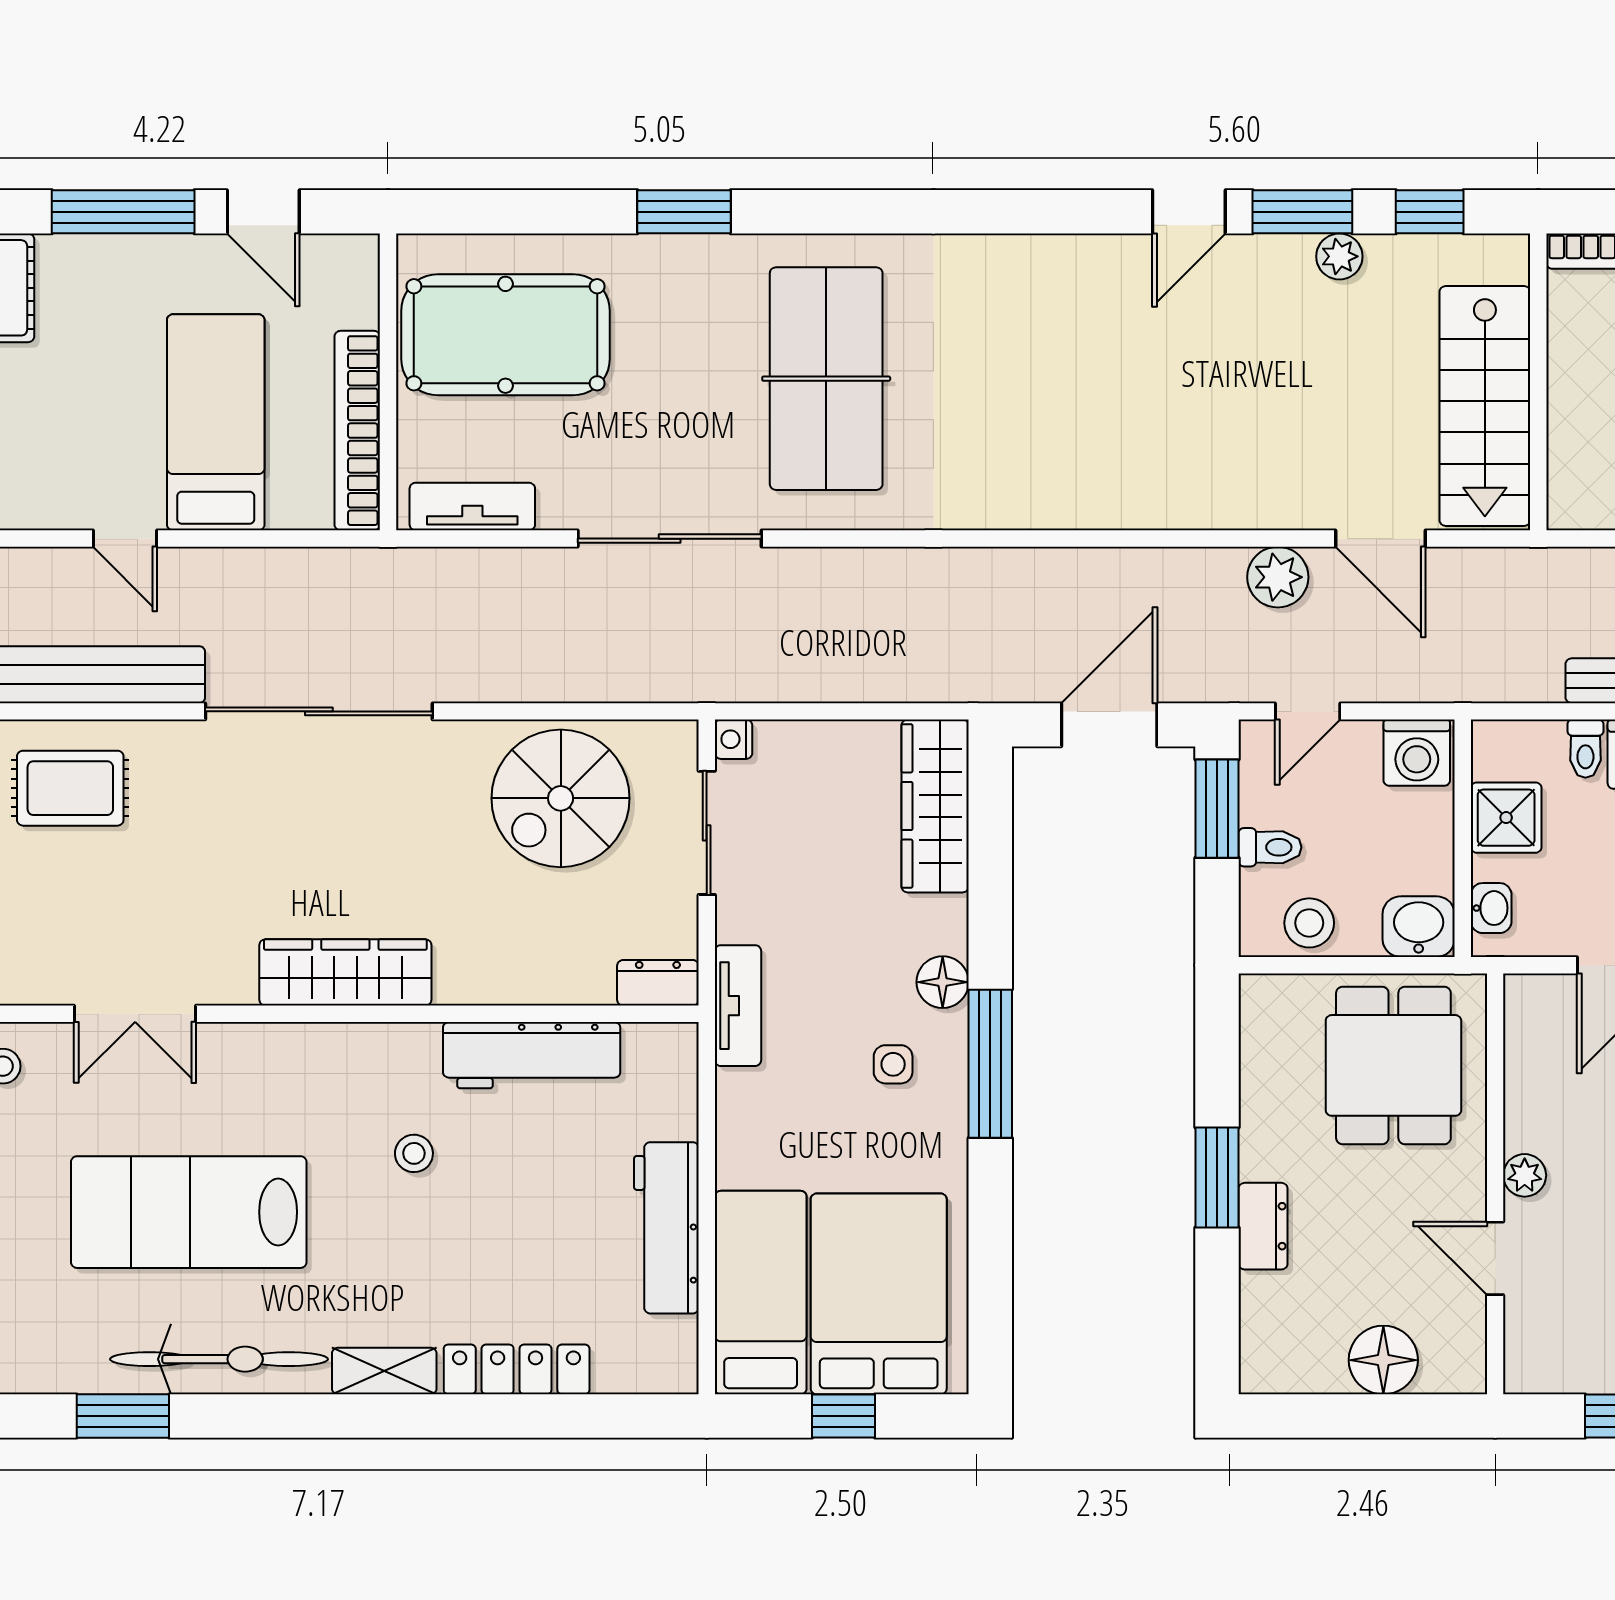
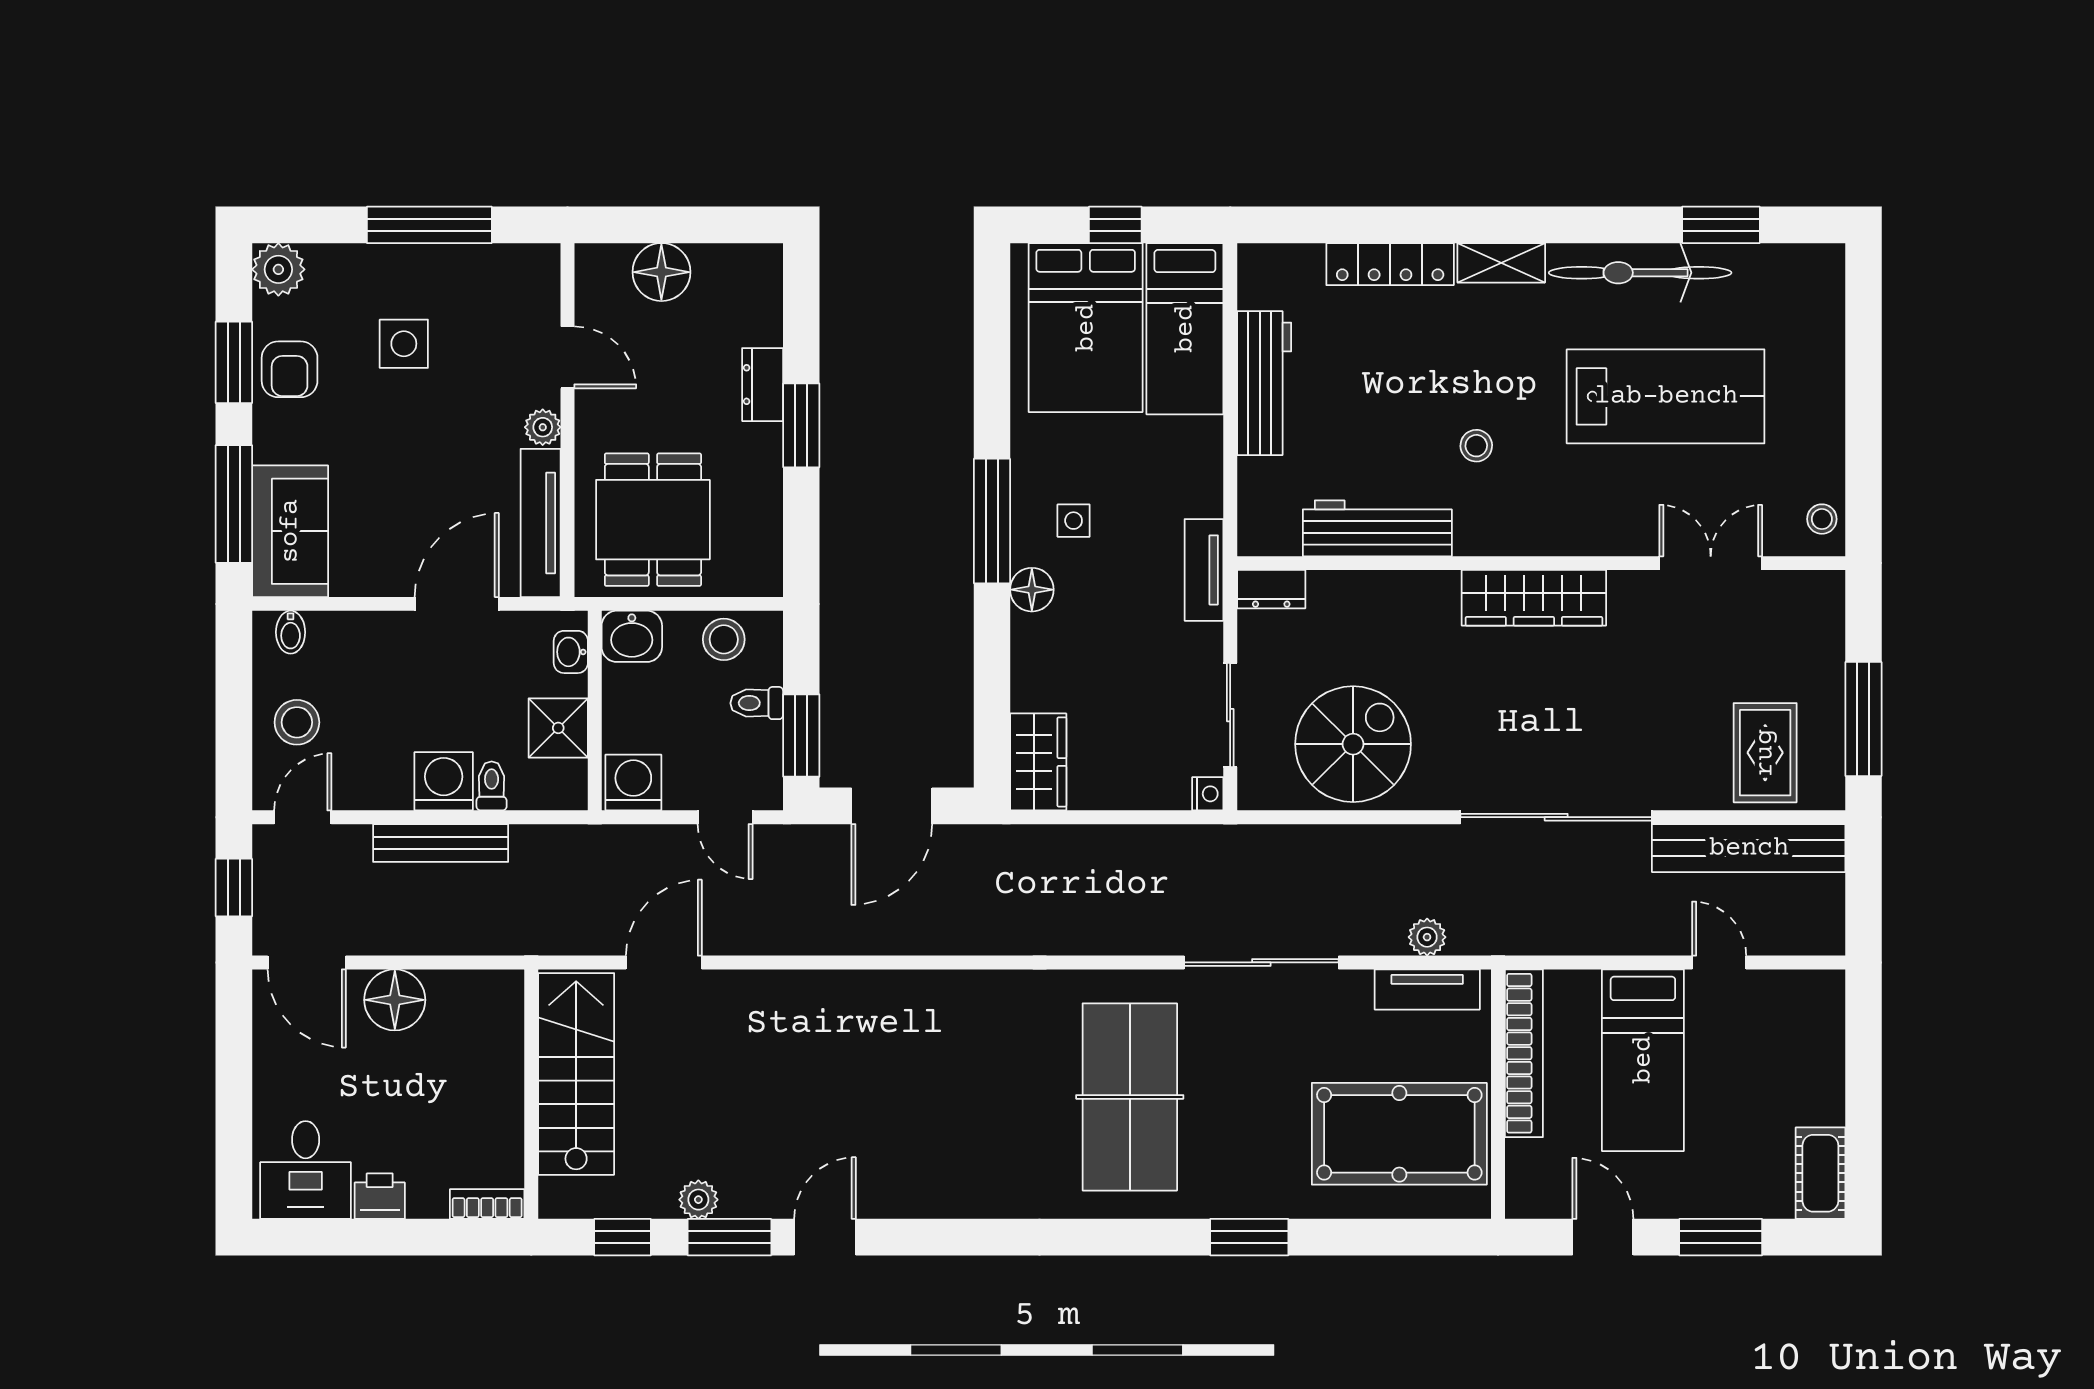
window: (123, 212) -> (1721, 1237), width x0.69
door: (1380, 539) -> (664, 962), hinge flipped
plant: (1278, 577) -> (1427, 937), moved, width x0.73, depth x0.73
door: (1308, 711) -> (725, 817), swing flipped
rug: (70, 788) -> (1765, 753), turned 90
wardrobe: (935, 806) -> (1038, 762), width x0.67
tv unit: (1527, 1061) -> (541, 523), added

